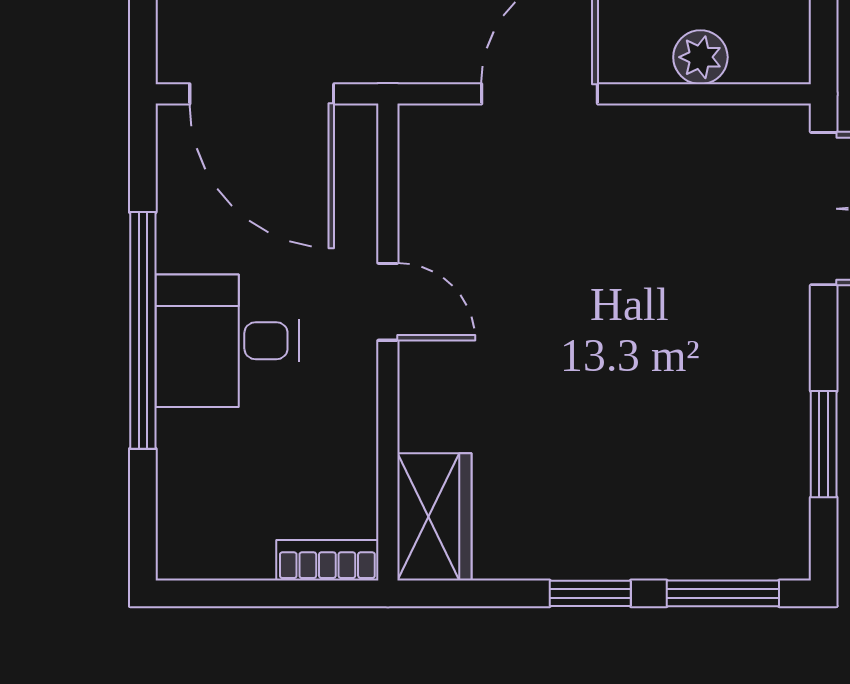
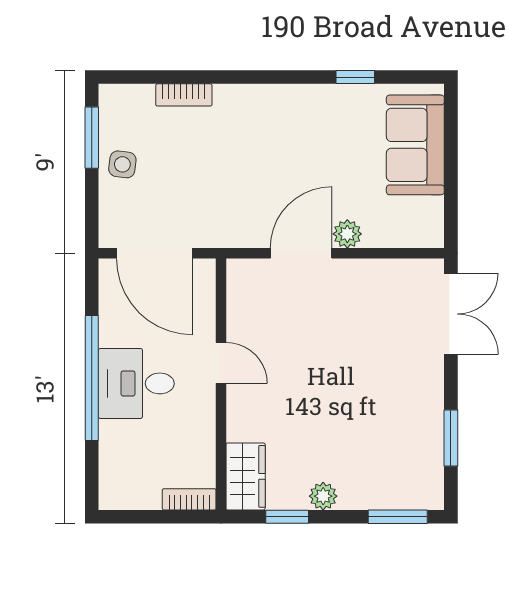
plant: (700, 57) -> (347, 234), moved
plant: (581, 554) -> (323, 496), added
window: (590, 593) -> (287, 517), moved

